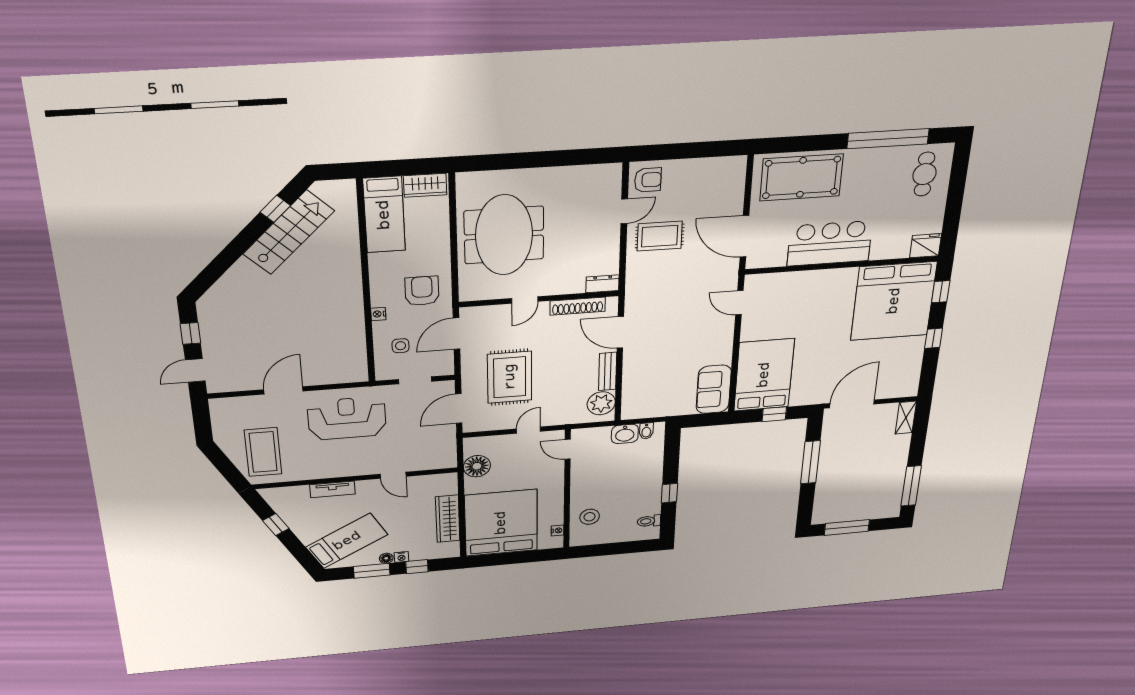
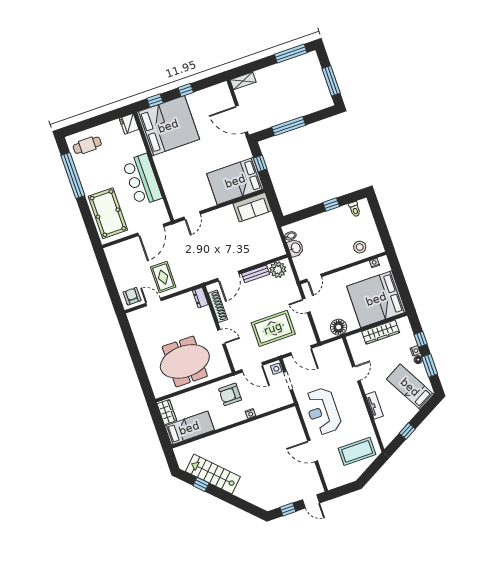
side table: (401, 346) -> (276, 369), moved

